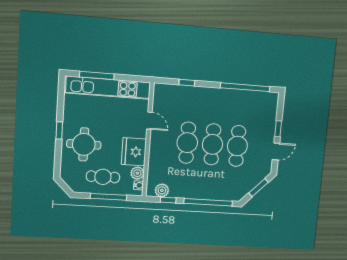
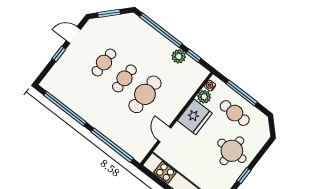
window: (187, 83) -> (112, 145), width x3.17
cafe table: (212, 144) -> (124, 78), width x0.73, depth x0.74
cafe table: (237, 146) -> (104, 63), width x0.73, depth x0.74
plant: (162, 190) -> (179, 56), moved

